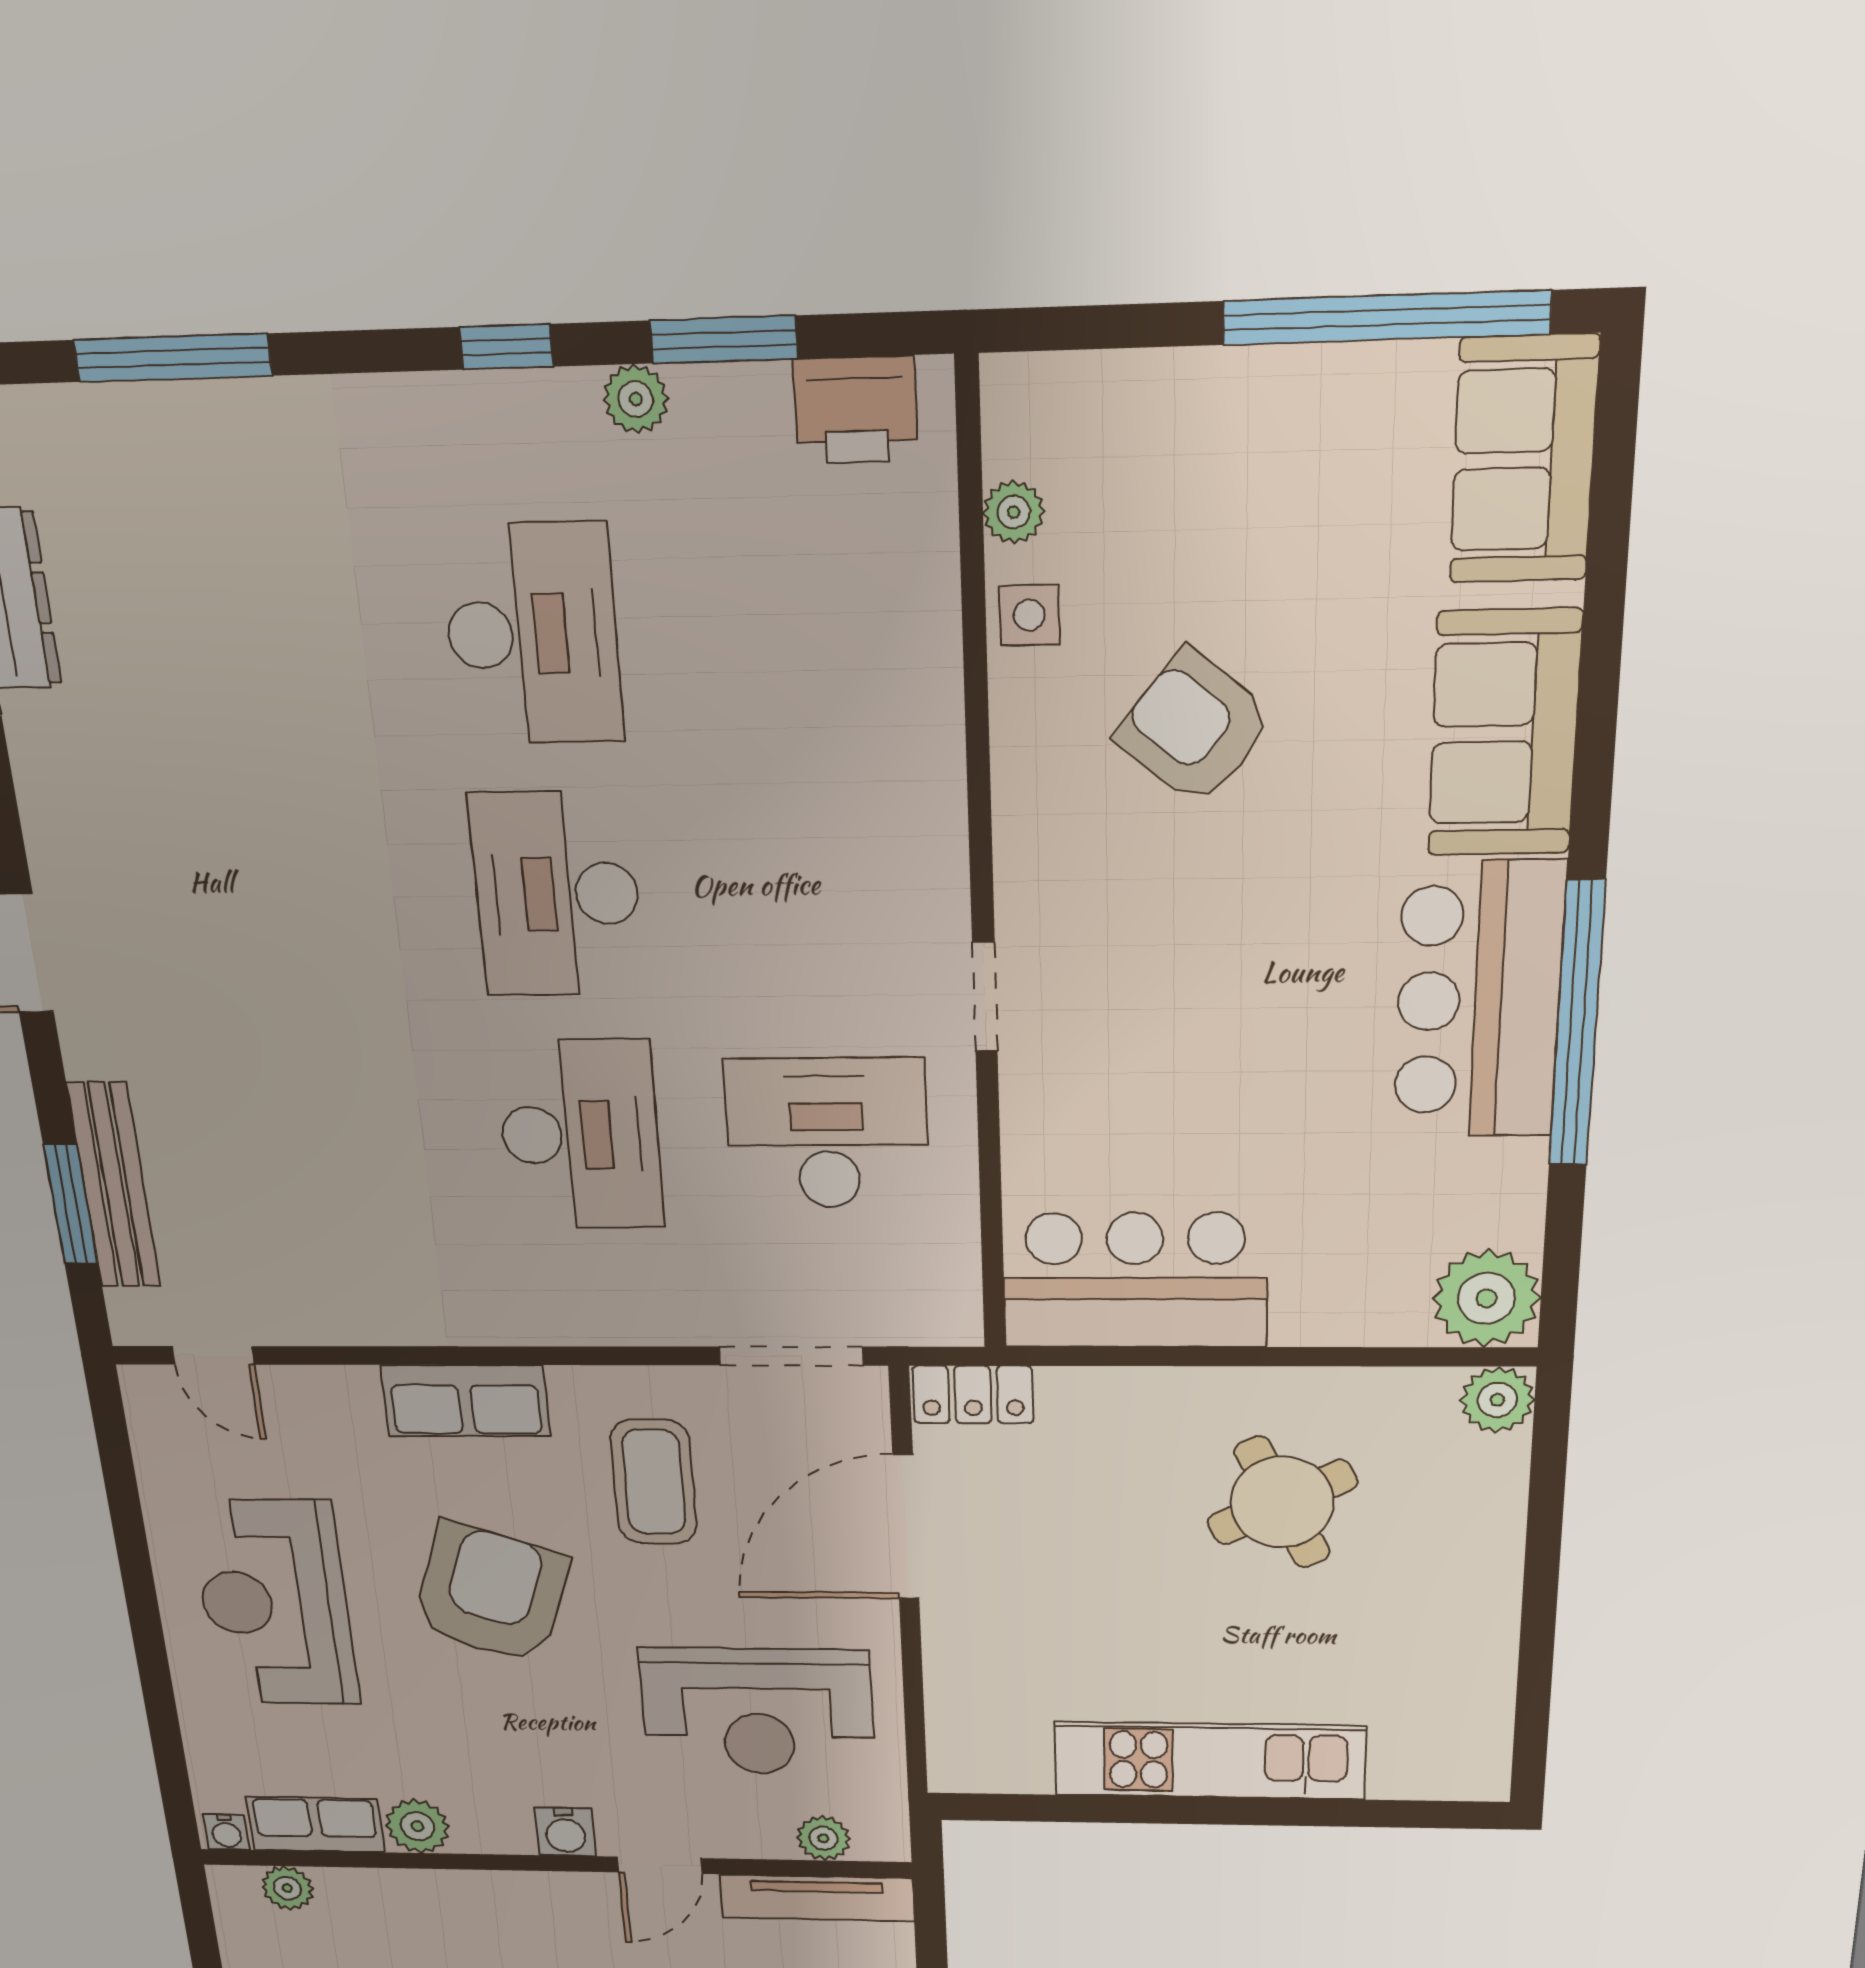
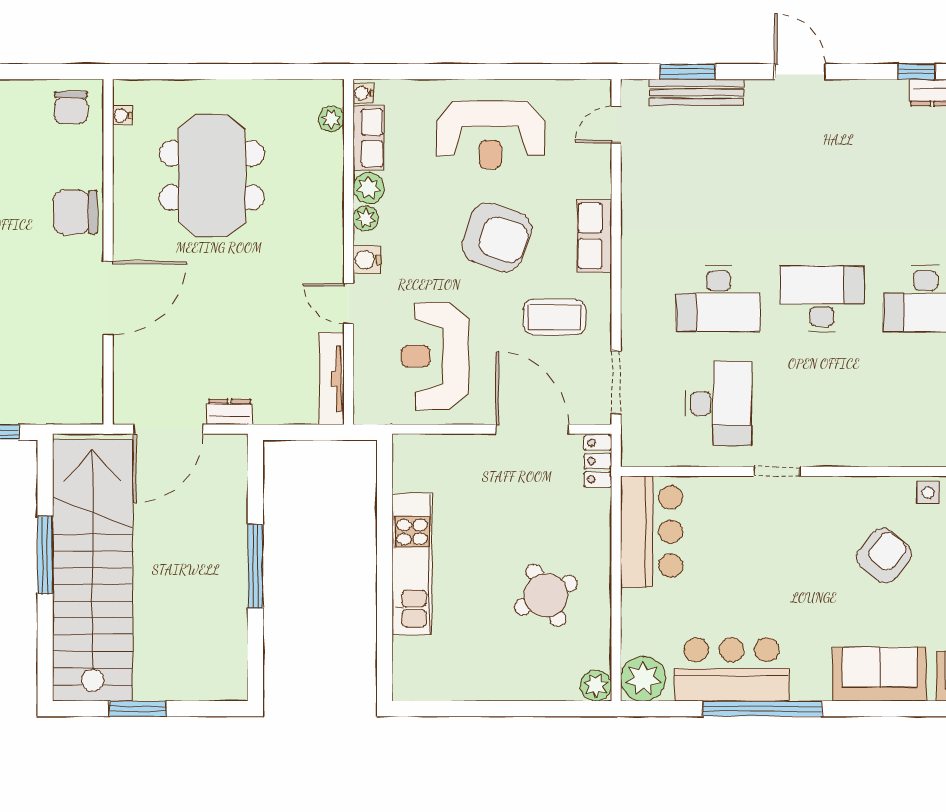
bar counter: (1479, 1001) -> (732, 669), moved
reception desk: (275, 1603) -> (490, 135), turned 180
plant: (823, 1838) -> (366, 218), moved

